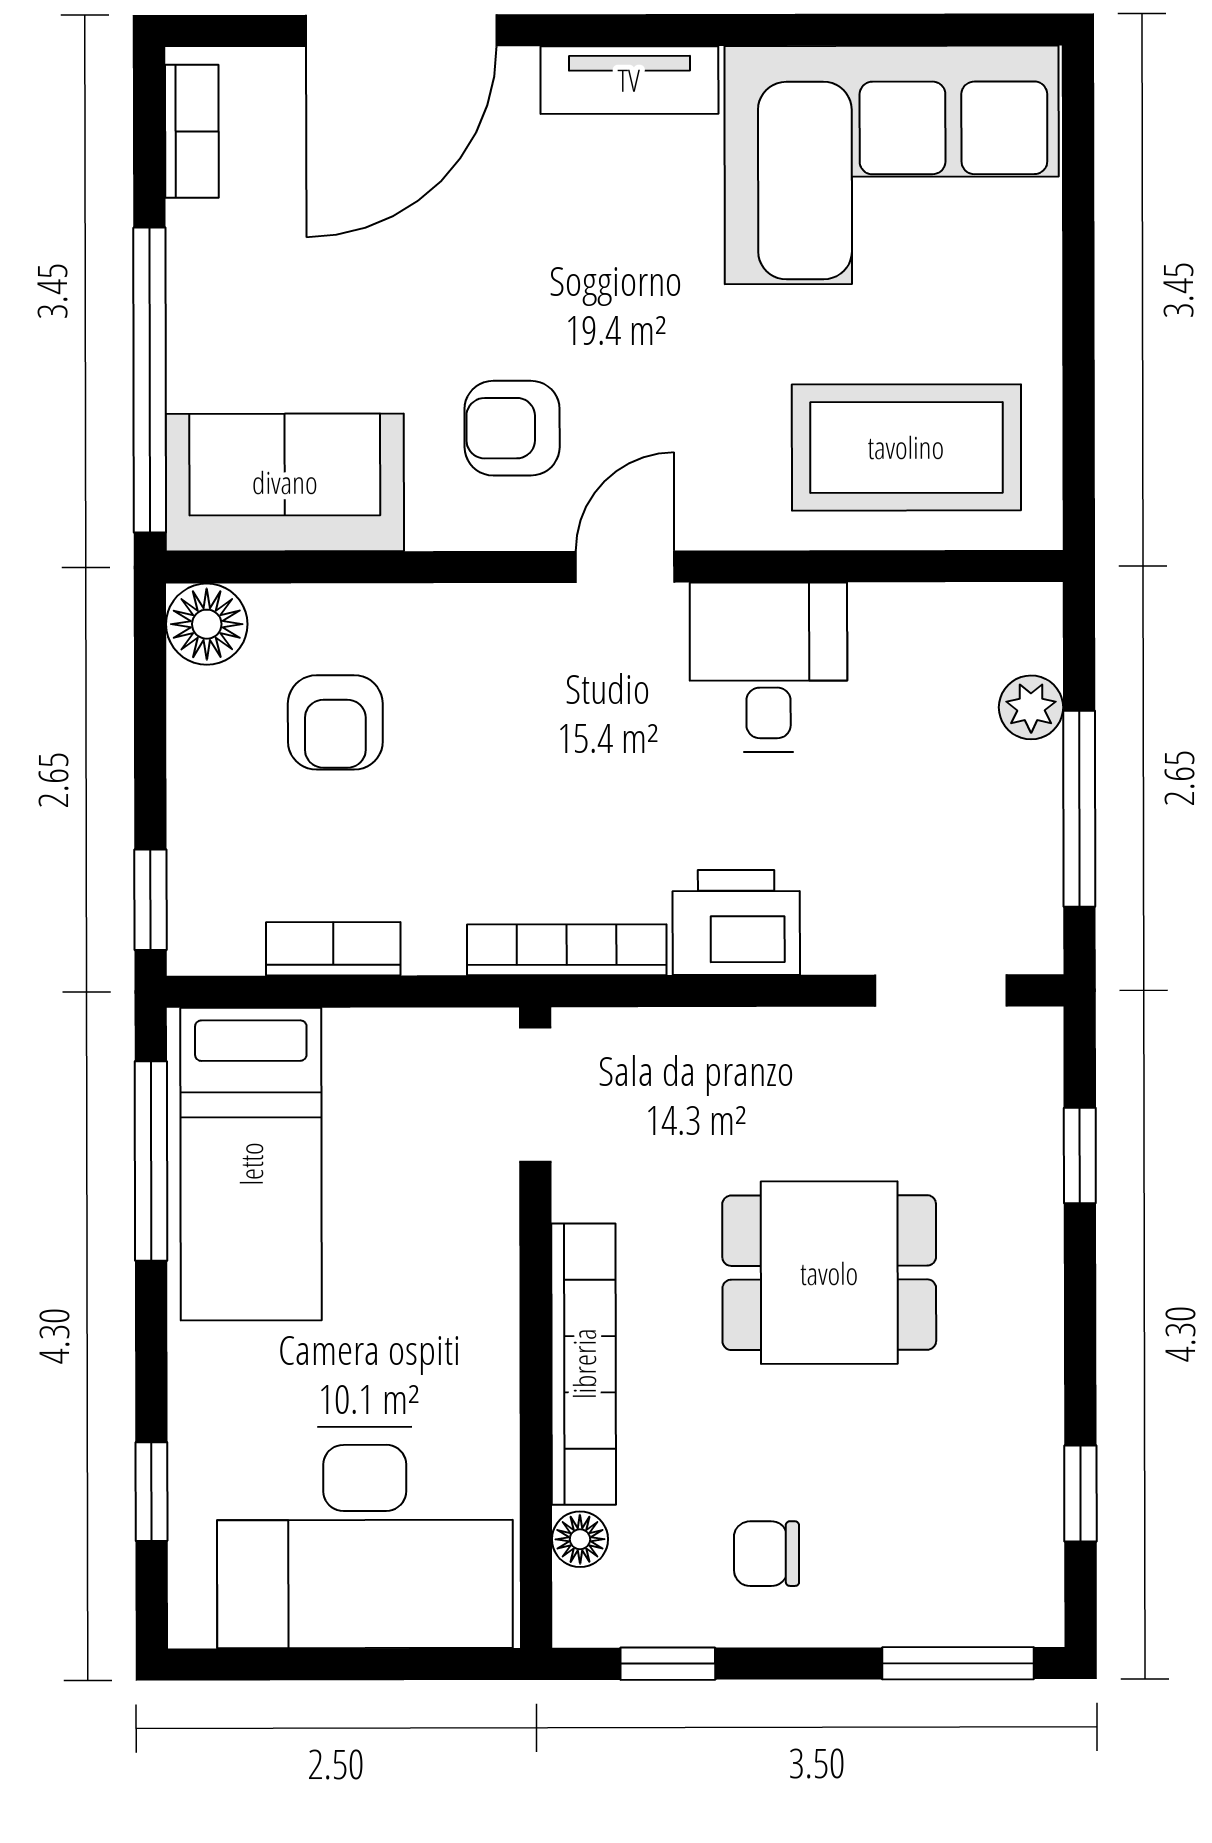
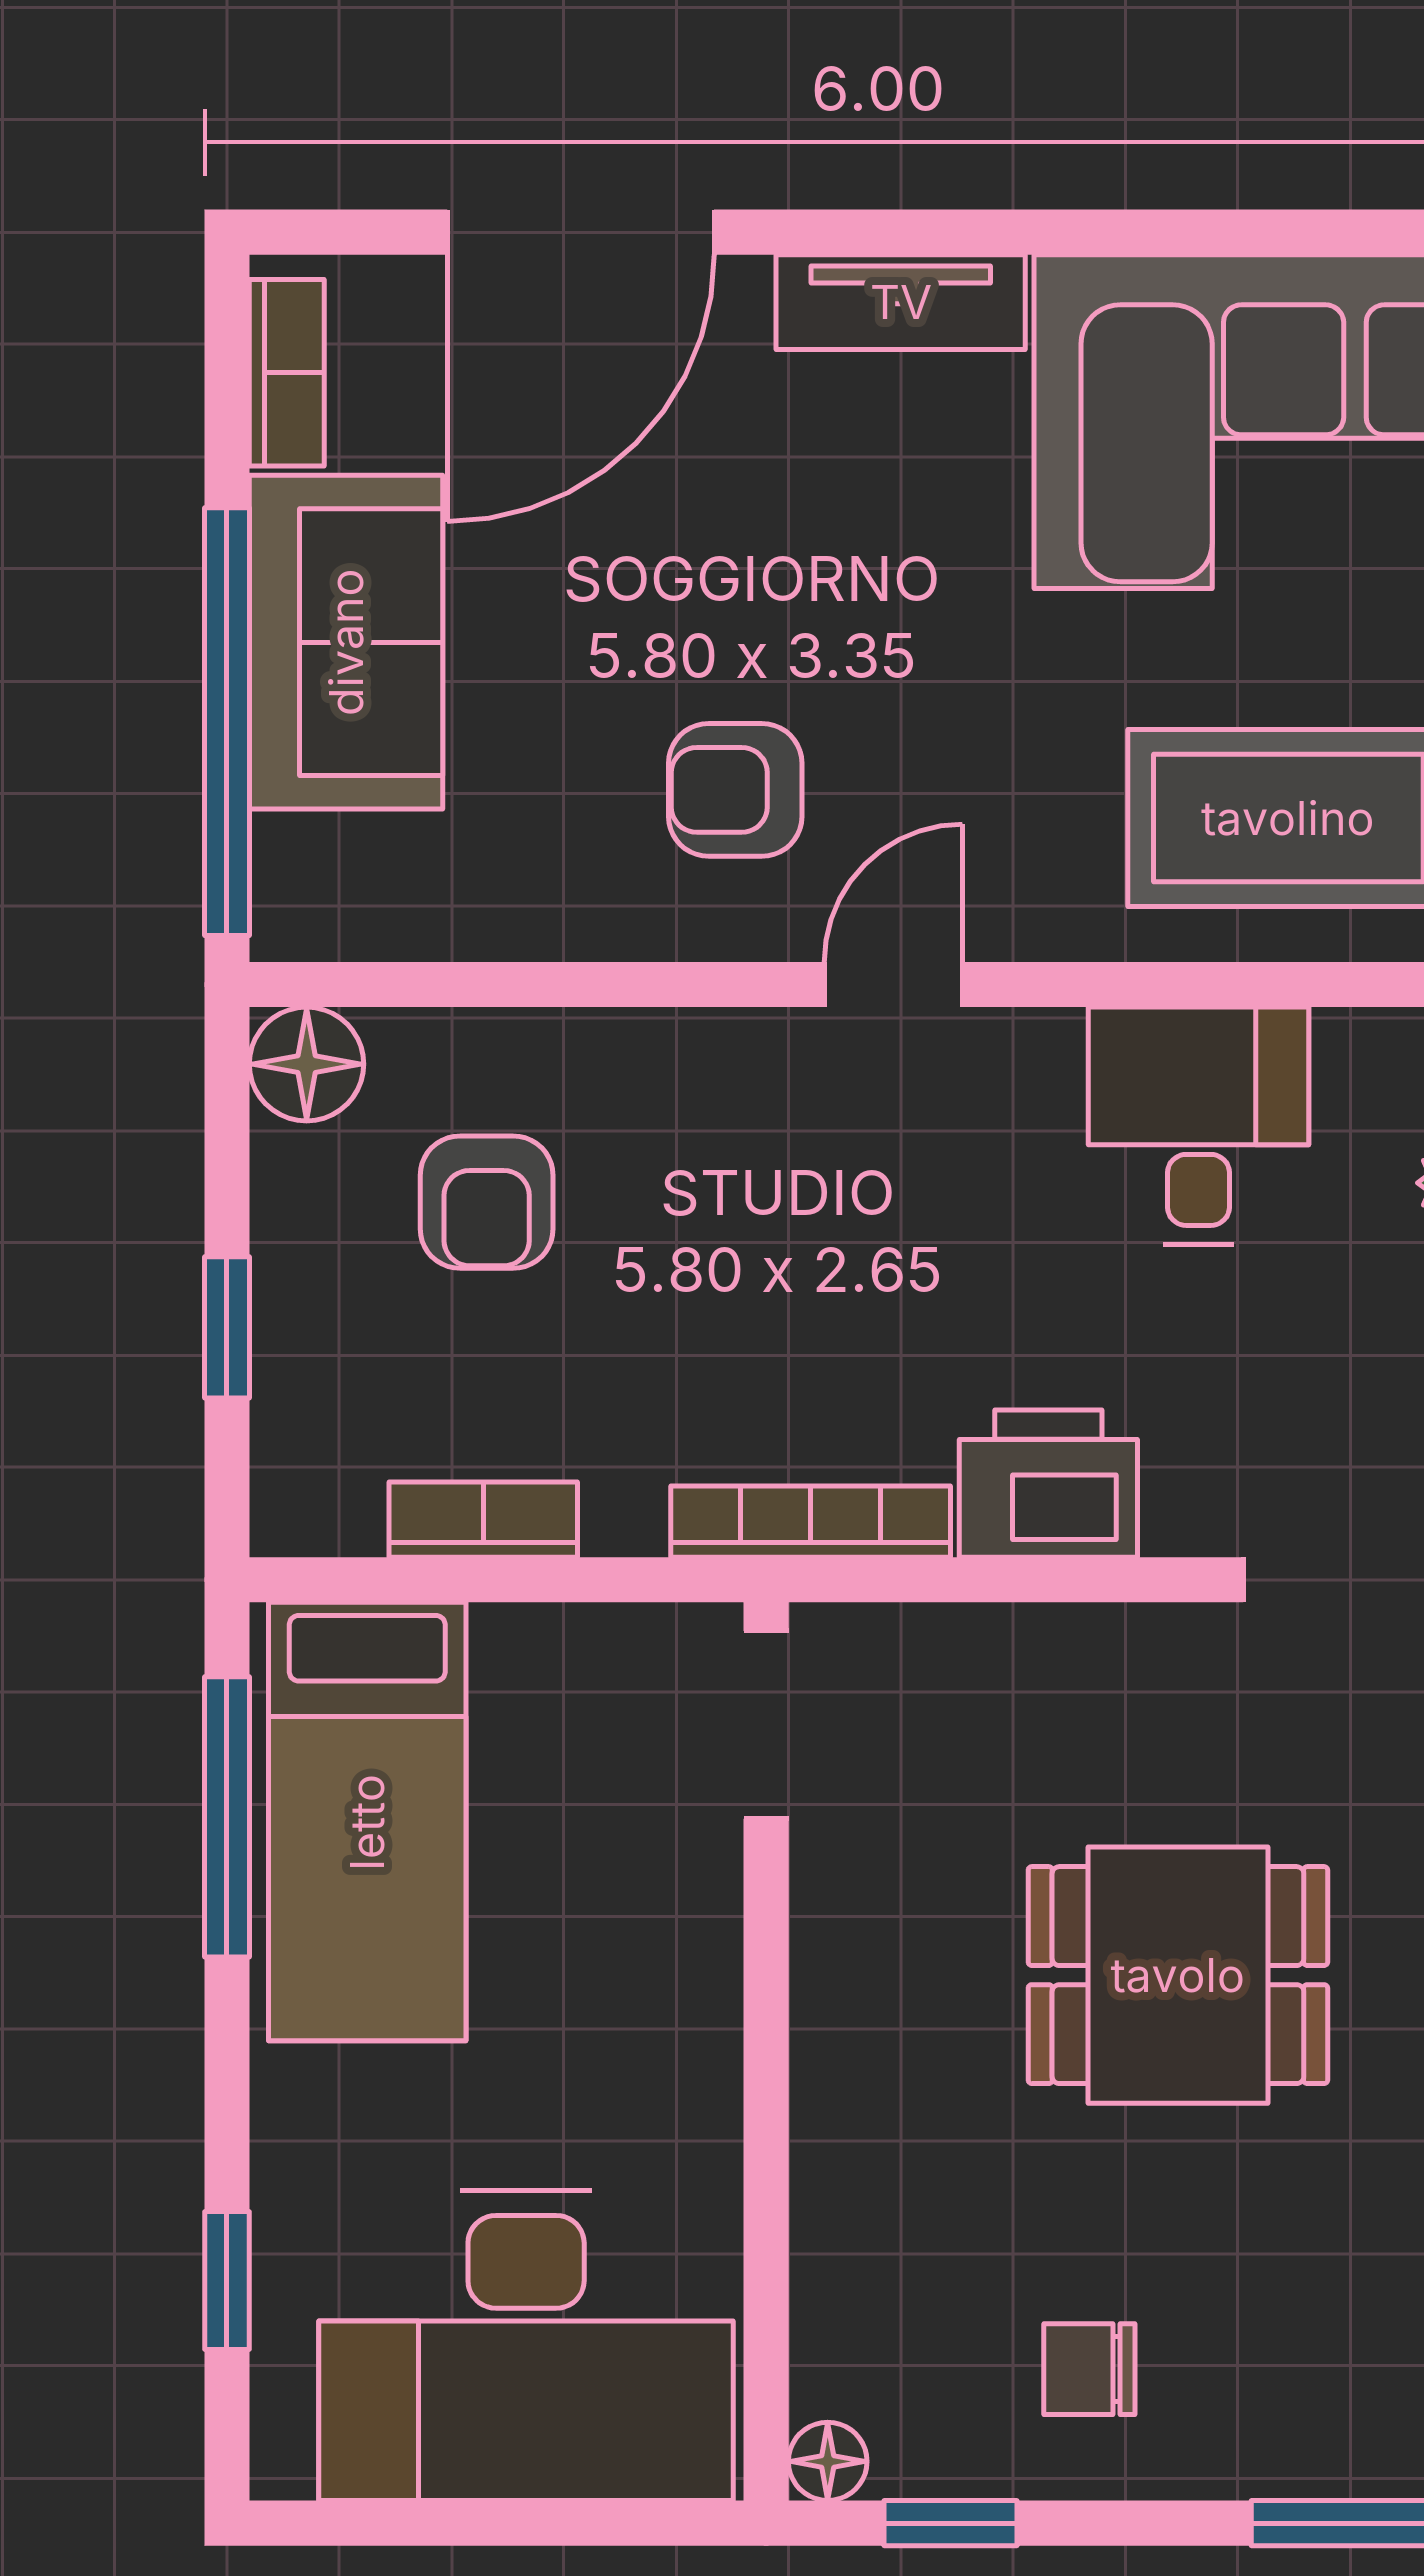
sofa: (285, 482) -> (346, 642), moved, turned 90
desk: (768, 667) -> (1198, 1126), moved
window: (151, 900) -> (227, 1327), moved
bookcase: (584, 1364) -> (833, 2103), removed
floor lamp: (580, 1539) -> (828, 2461), moved

